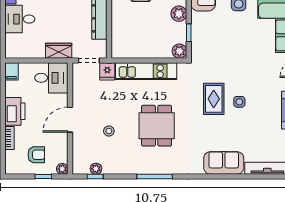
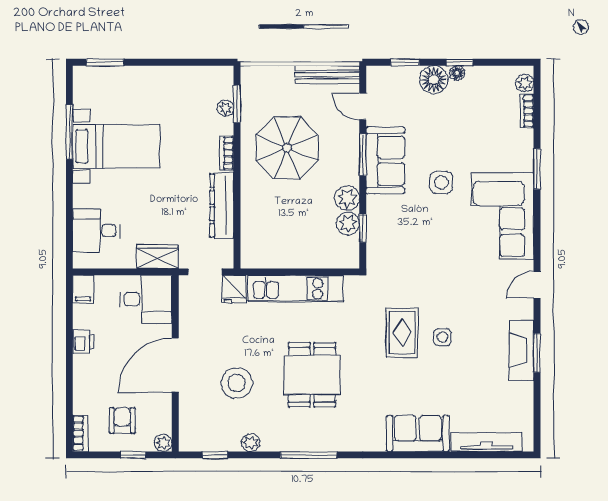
desk: (20, 19) -> (96, 231), moved
plant: (179, 51) -> (348, 224), moved
printer: (15, 111) -> (83, 342), width x0.53, depth x0.68
door: (70, 120) -> (175, 365), width x1.36
stool: (109, 131) -> (237, 383), width x1.89, depth x1.89
bookcase: (10, 138) -> (80, 433), moved
armchair: (36, 155) -> (122, 420), turned -90
plant: (96, 169) -> (251, 443), moved

